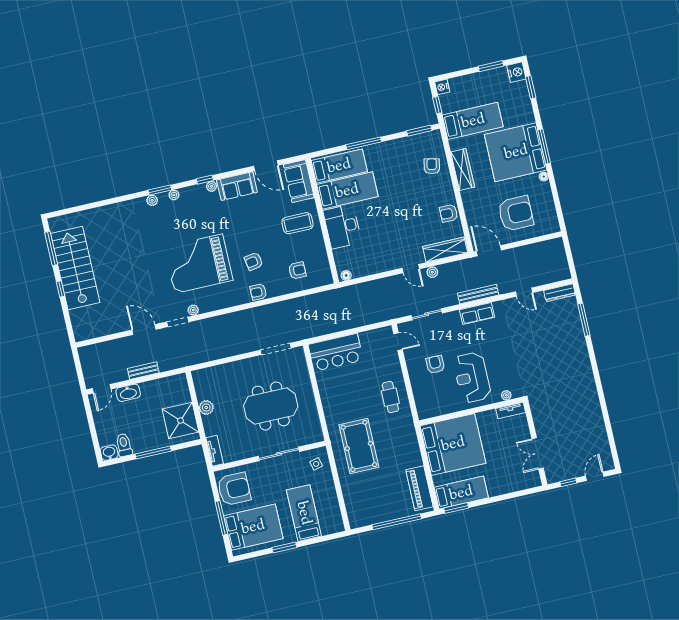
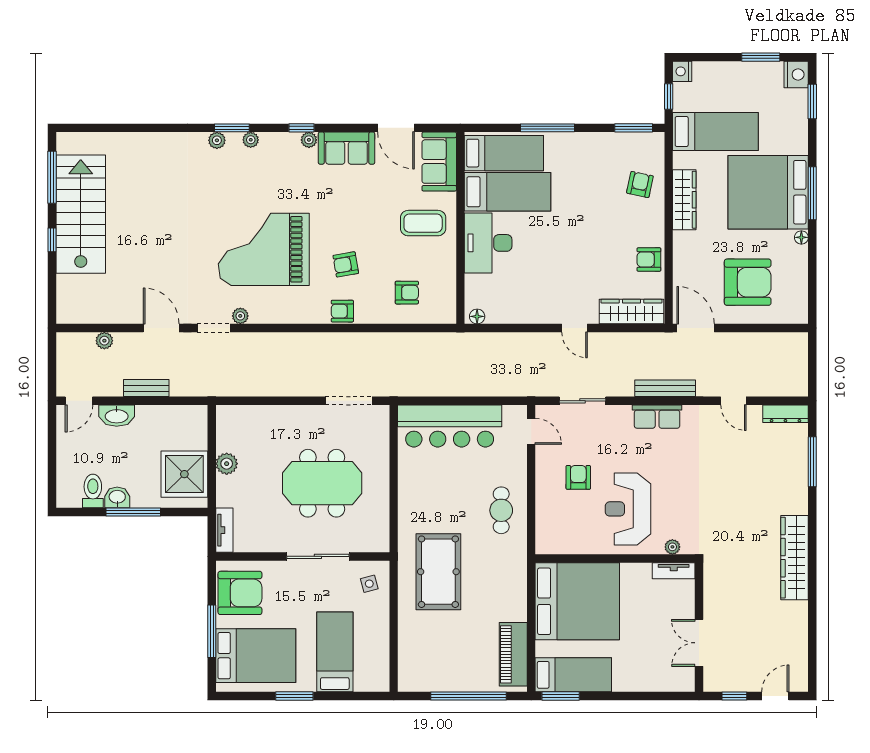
plant: (432, 272) -> (104, 341), moved
bar counter: (336, 352) -> (450, 426), width x1.36
wardrobe: (587, 384) -> (794, 558), added
washbasin: (109, 453) -> (117, 497), moved

